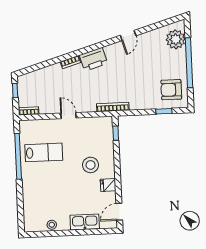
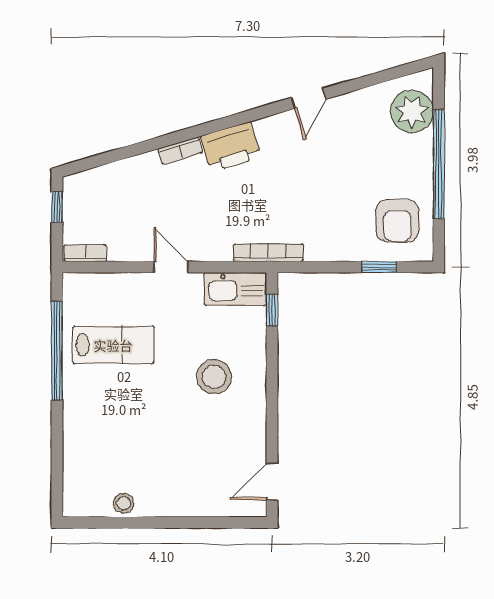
armchair: (171, 90) -> (397, 221), turned -90
fridge: (108, 185) -> (250, 422), removed
kitchen sink: (85, 222) -> (235, 289), moved, turned 180

